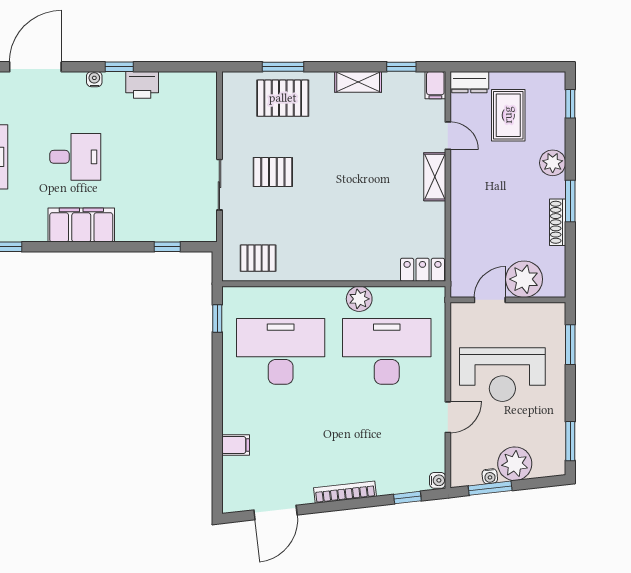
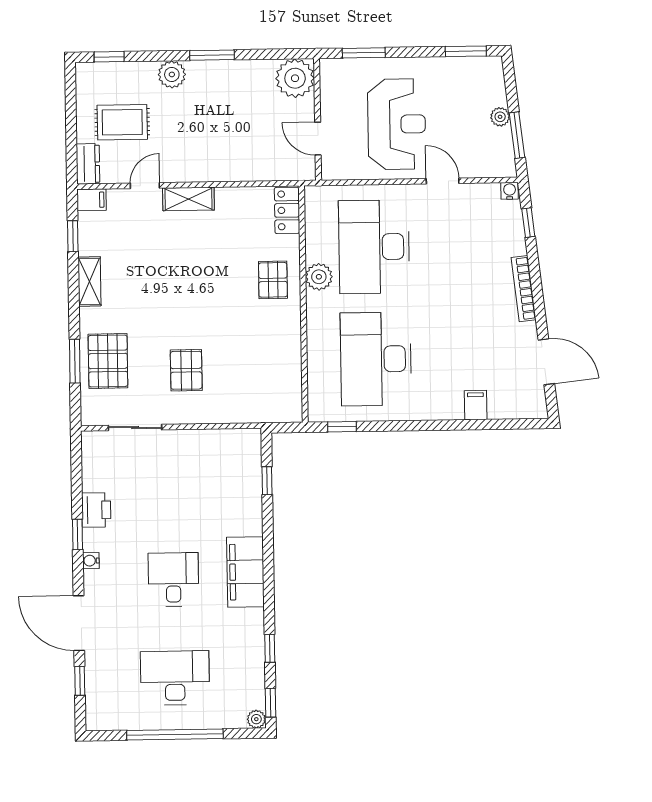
sliding door: (219, 185) -> (135, 428), moved
shoe rack: (558, 222) -> (235, 68), removed
pallet: (258, 258) -> (273, 280), moved
plant: (524, 279) -> (295, 78), moved
plant: (515, 464) -> (500, 117), width x0.53, depth x0.53
water cooler: (490, 476) -> (504, 136), removed

